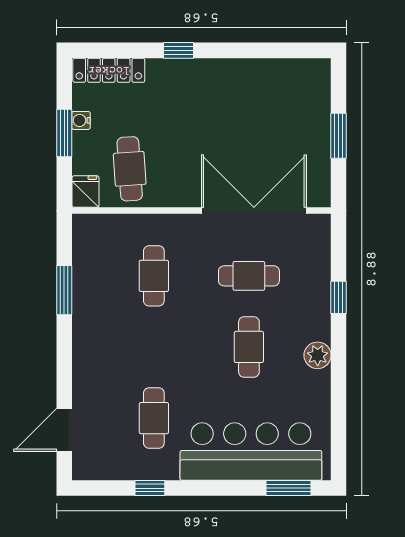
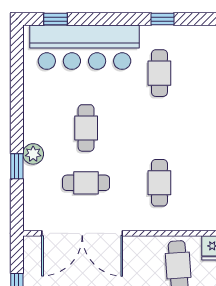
plant: (318, 355) -> (33, 154), moved
window: (289, 488) -> (55, 19), width x0.67

